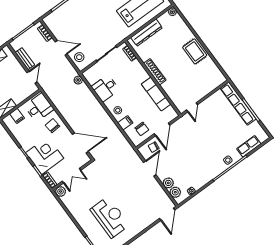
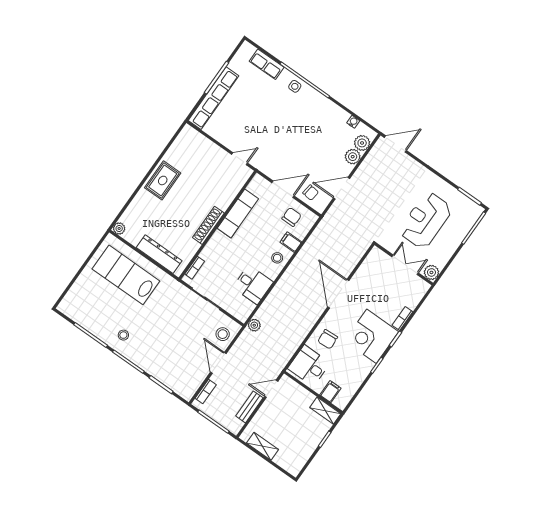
wall: (72, 175) -> (404, 264), moved
double door: (71, 176) -> (405, 265), moved
plant: (61, 191) -> (431, 272), moved

